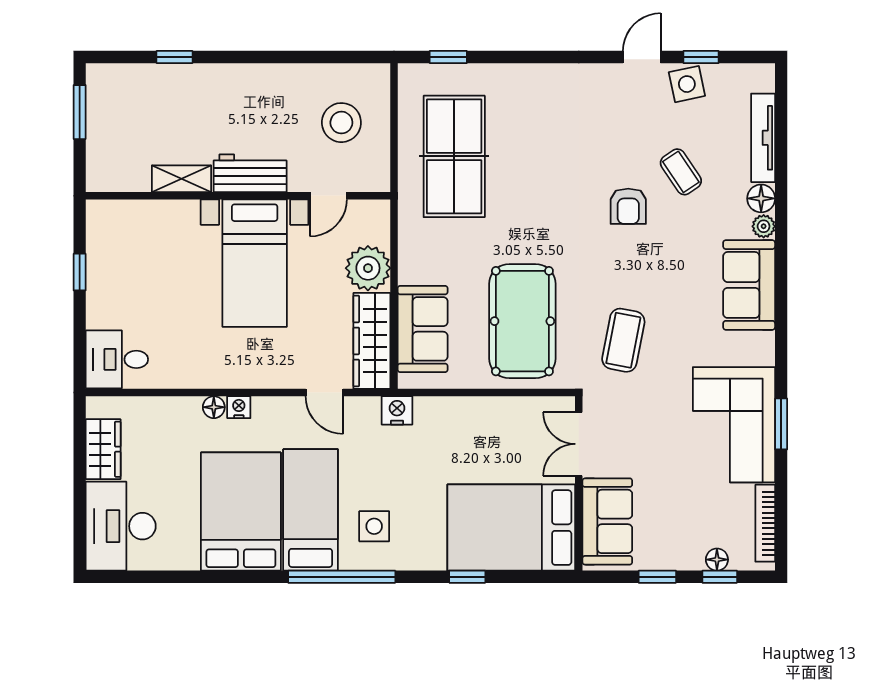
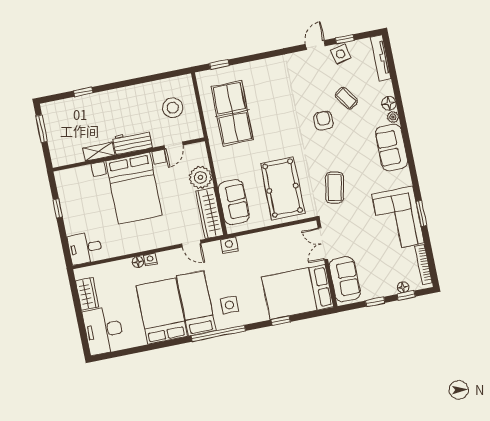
tv unit: (763, 138) -> (381, 58), moved
armchair: (628, 206) -> (324, 121), turned 180
bed with nightstands: (255, 263) -> (134, 188), width x1.36

